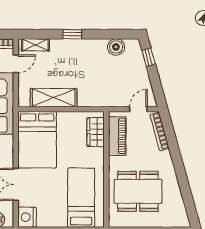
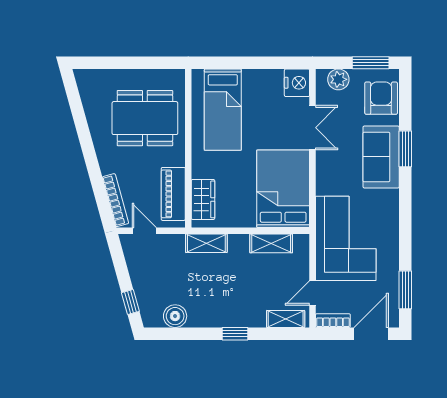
shelving: (54, 98) -> (271, 243), width x0.67, depth x0.75
shelving: (93, 100) -> (206, 243), added
door: (138, 109) -> (144, 231), swing flipped

